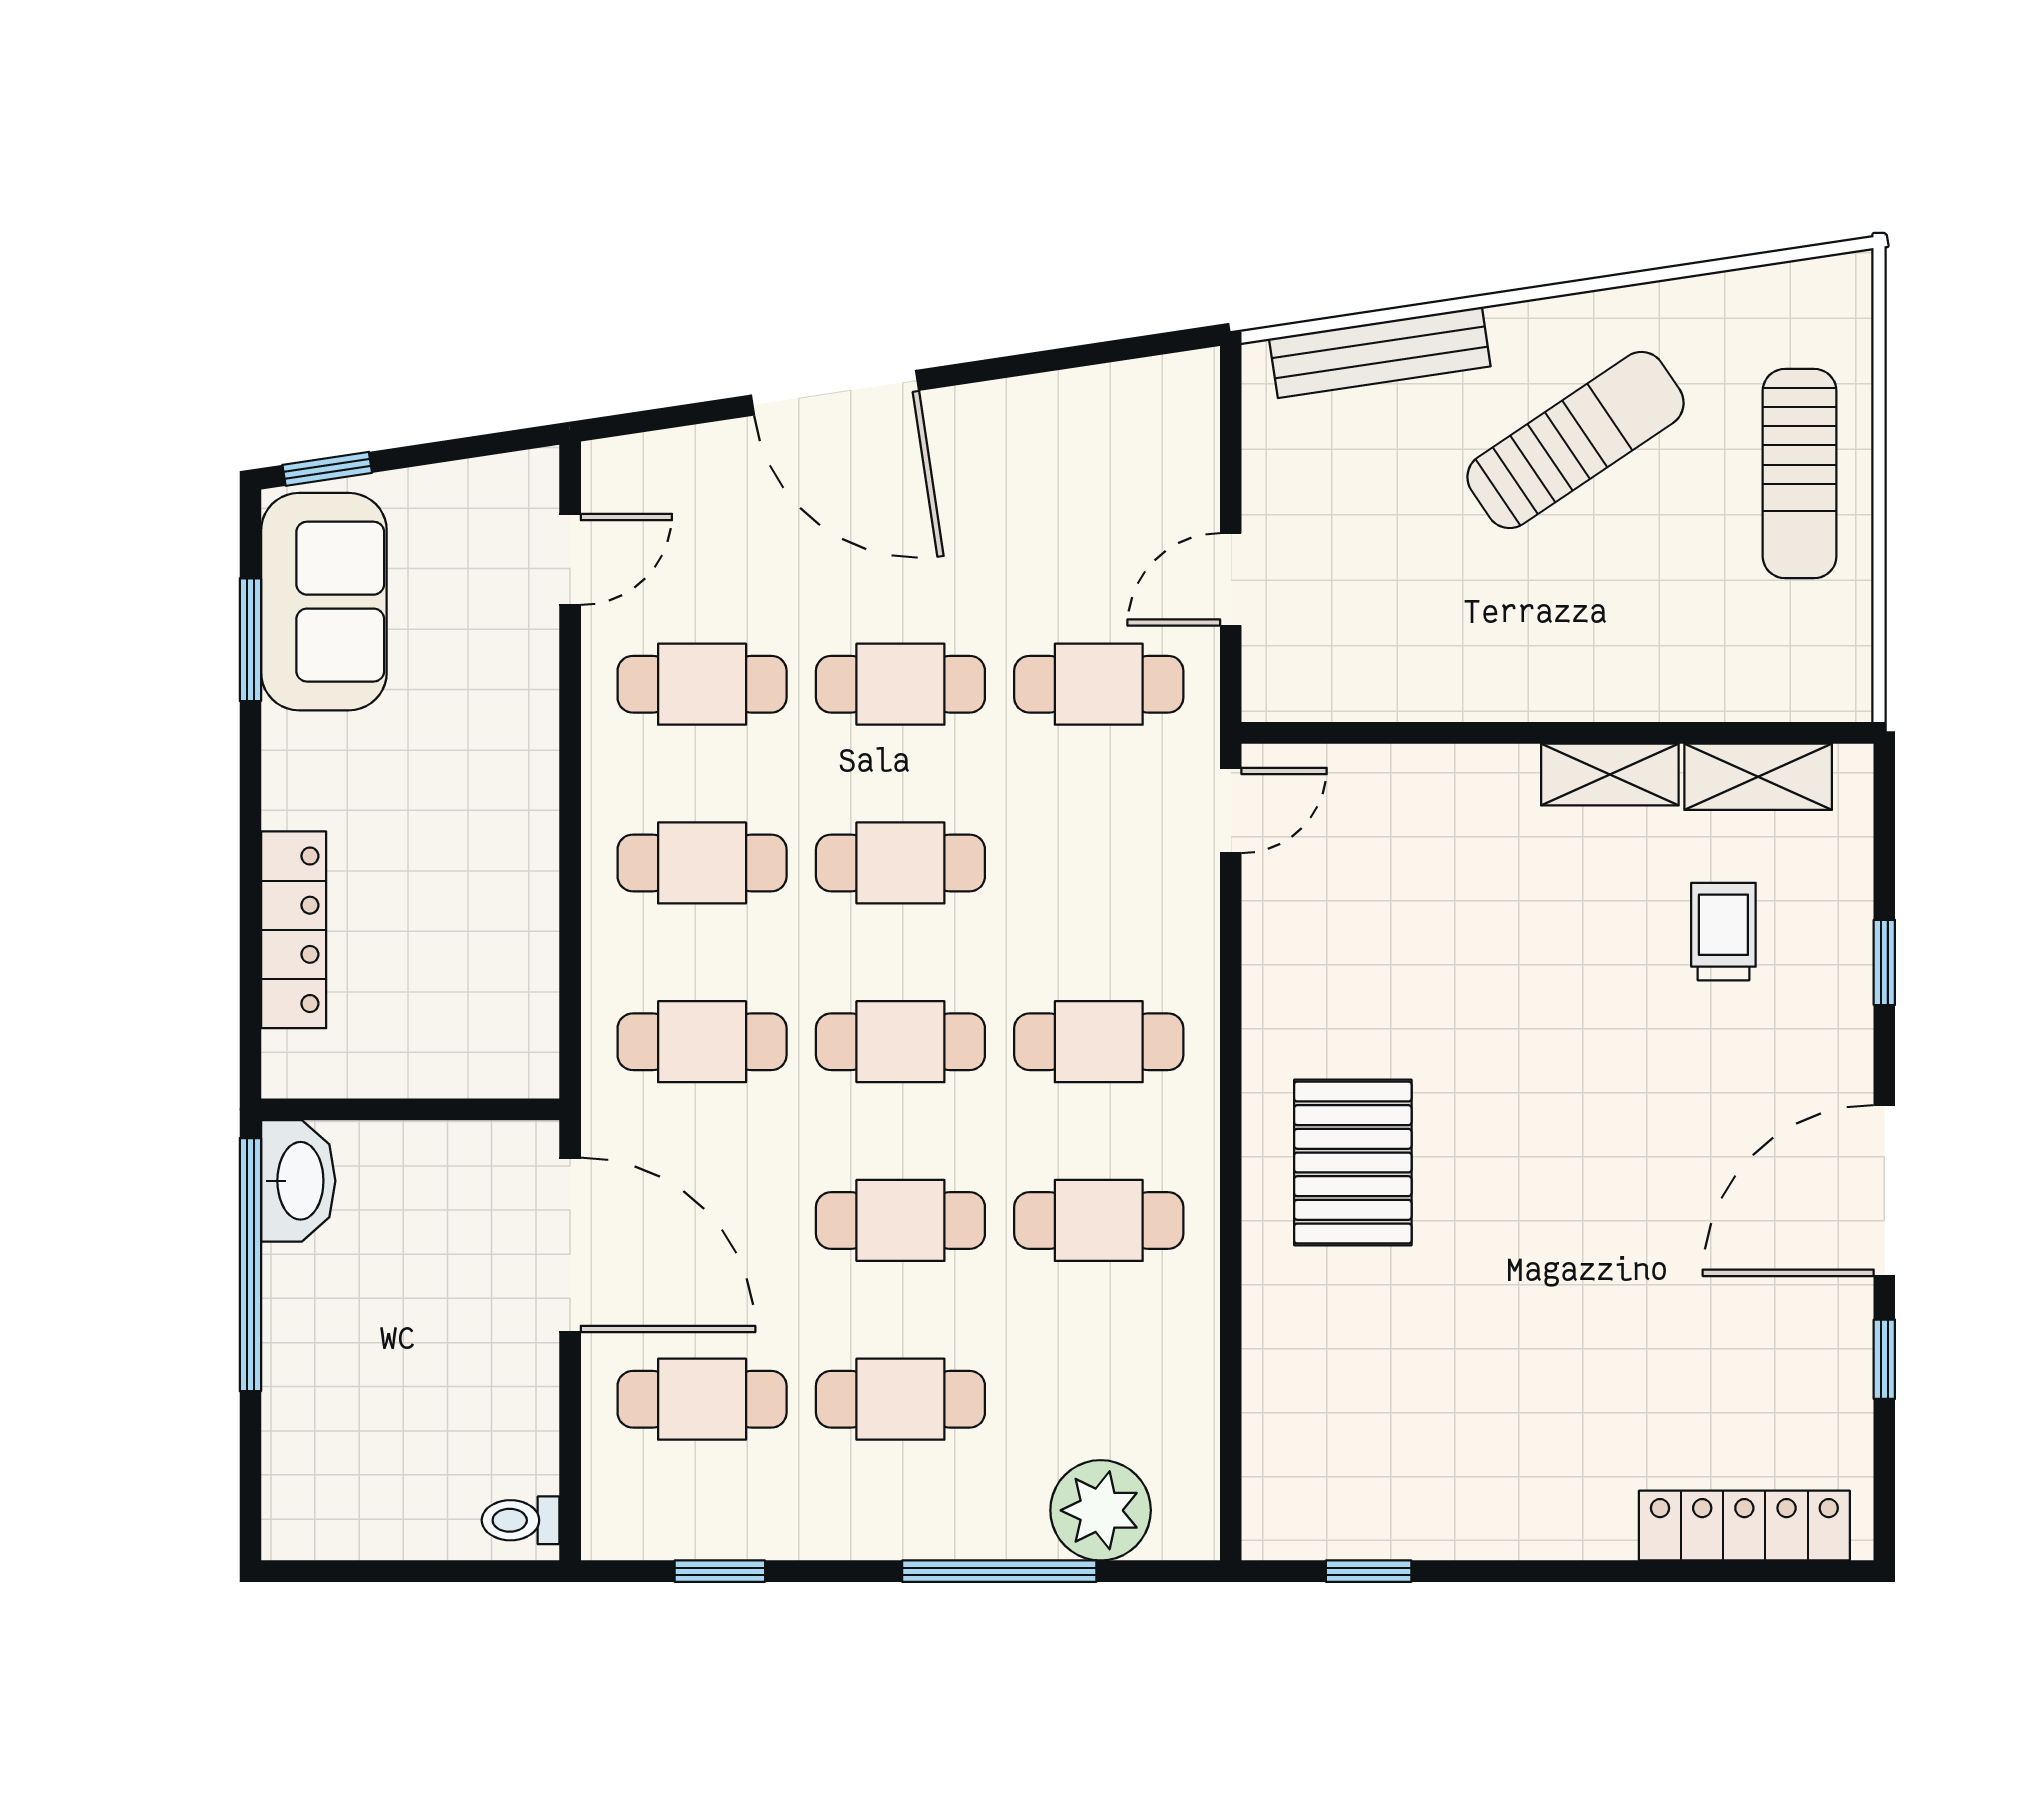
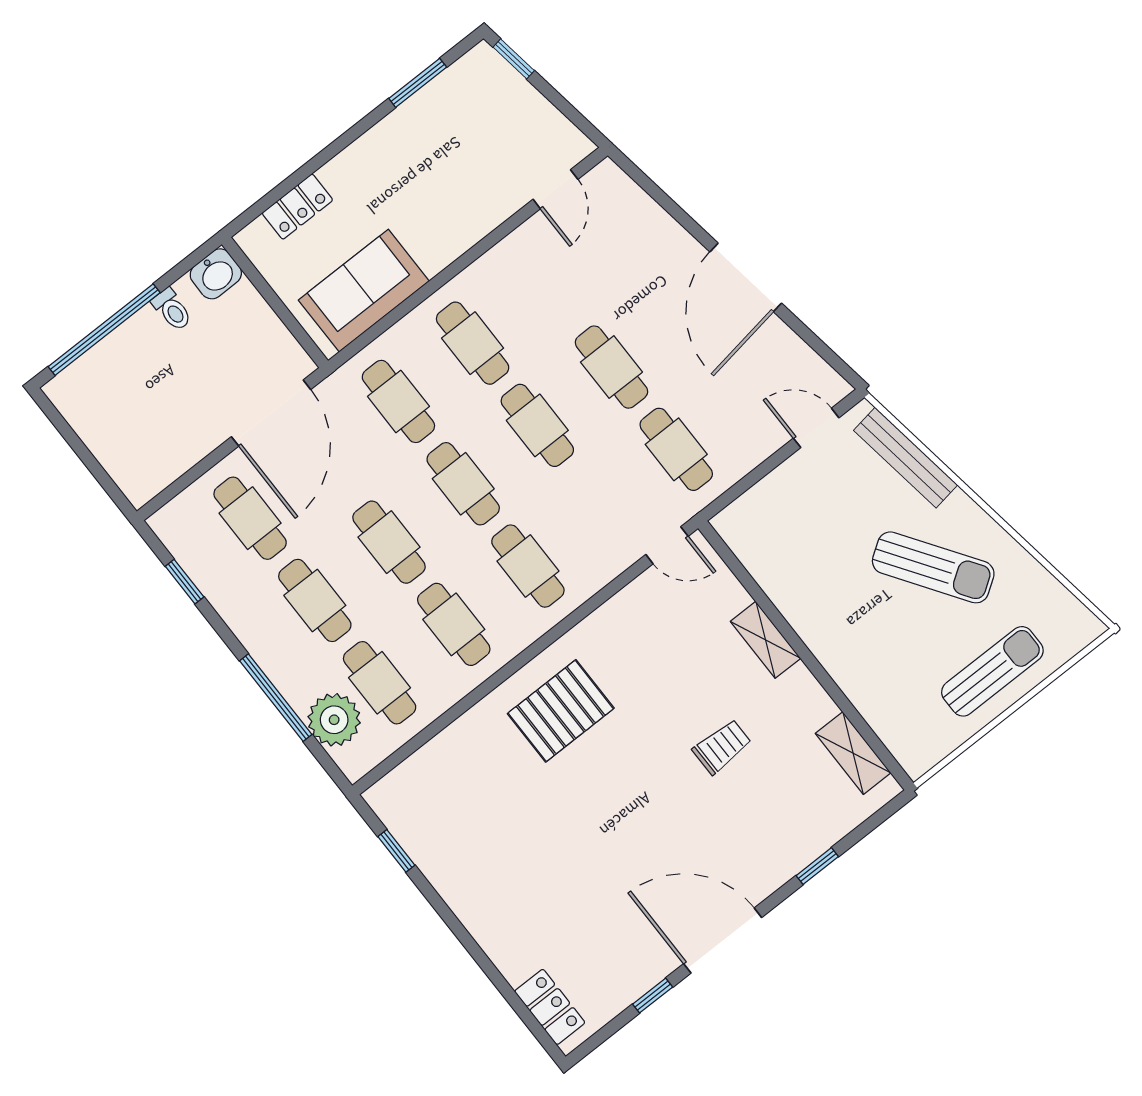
door: (835, 393) -> (746, 277), moved
sun lounger: (1800, 474) -> (992, 671), turned 180
door: (570, 559) -> (555, 189), hinge flipped
door: (1231, 579) -> (816, 428), moved
sofa: (324, 602) -> (364, 291), moved, turned 180
cafe table: (702, 684) -> (380, 683), moved
shelving: (1610, 774) -> (765, 640), moved
locker: (294, 930) -> (297, 207), width x0.66
trolley: (1723, 932) -> (722, 747), moved
washbasin: (298, 1181) -> (216, 274), width x0.72
window: (250, 1265) -> (104, 330), moved
toilet: (521, 1520) -> (172, 310), moved, turned 180
locker: (1744, 1526) -> (550, 1007), width x0.66

